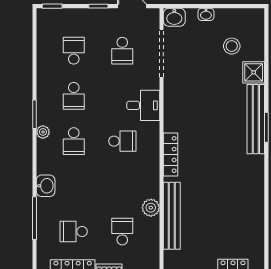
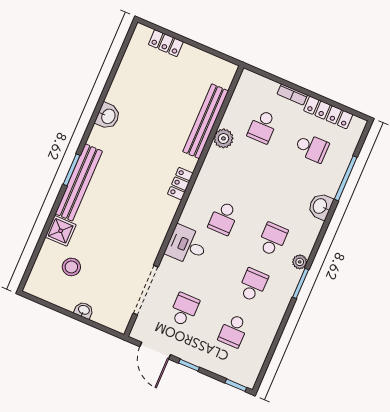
washbasin: (174, 17) -> (108, 116), moved, turned 90
school desk: (122, 141) -> (223, 218), turned -90
locker: (171, 155) -> (180, 184), width x0.66

